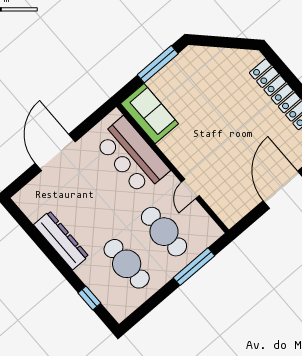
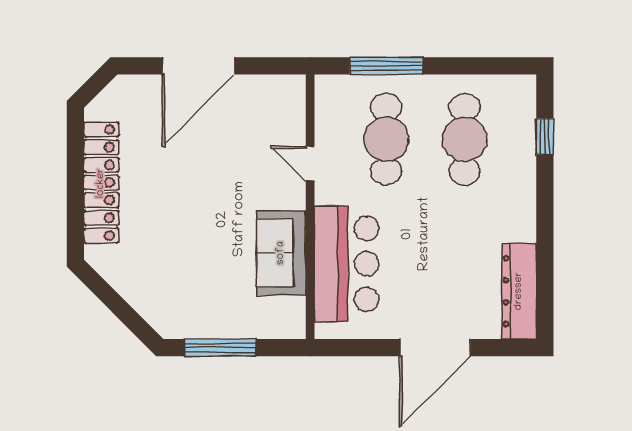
sofa: (150, 114) -> (281, 253), moved
door: (190, 189) -> (310, 164), swing flipped
dresser: (61, 240) -> (519, 291), moved

